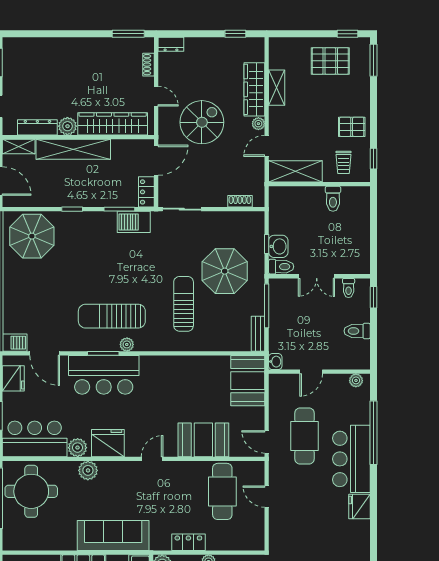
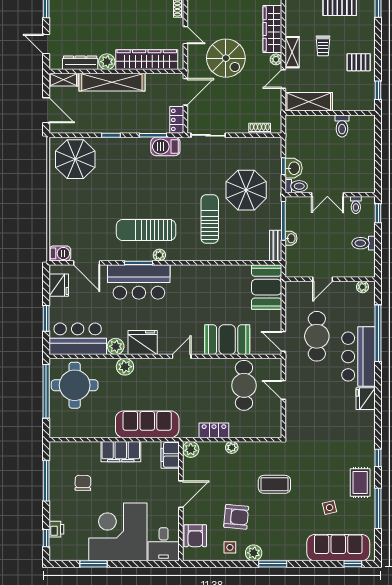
shelving: (277, 88) -> (292, 52), moved
spiral stairs: (202, 122) -> (226, 58), turned 90
trolley: (343, 162) -> (323, 46), moved
washbasin: (275, 362) -> (291, 238), moved

